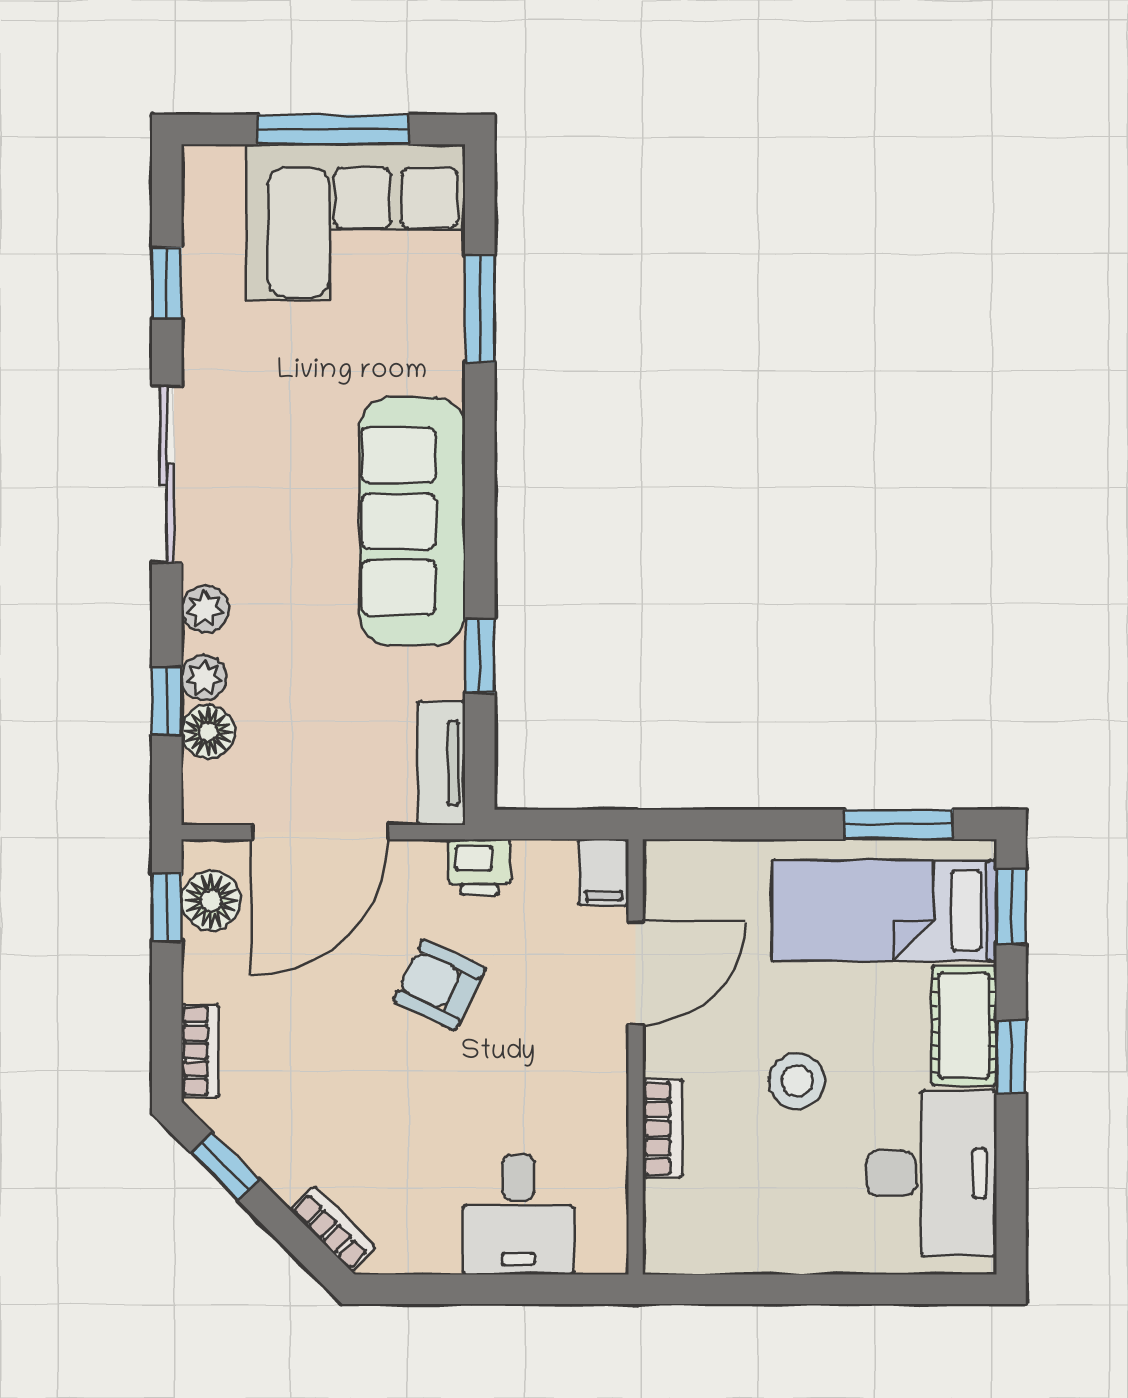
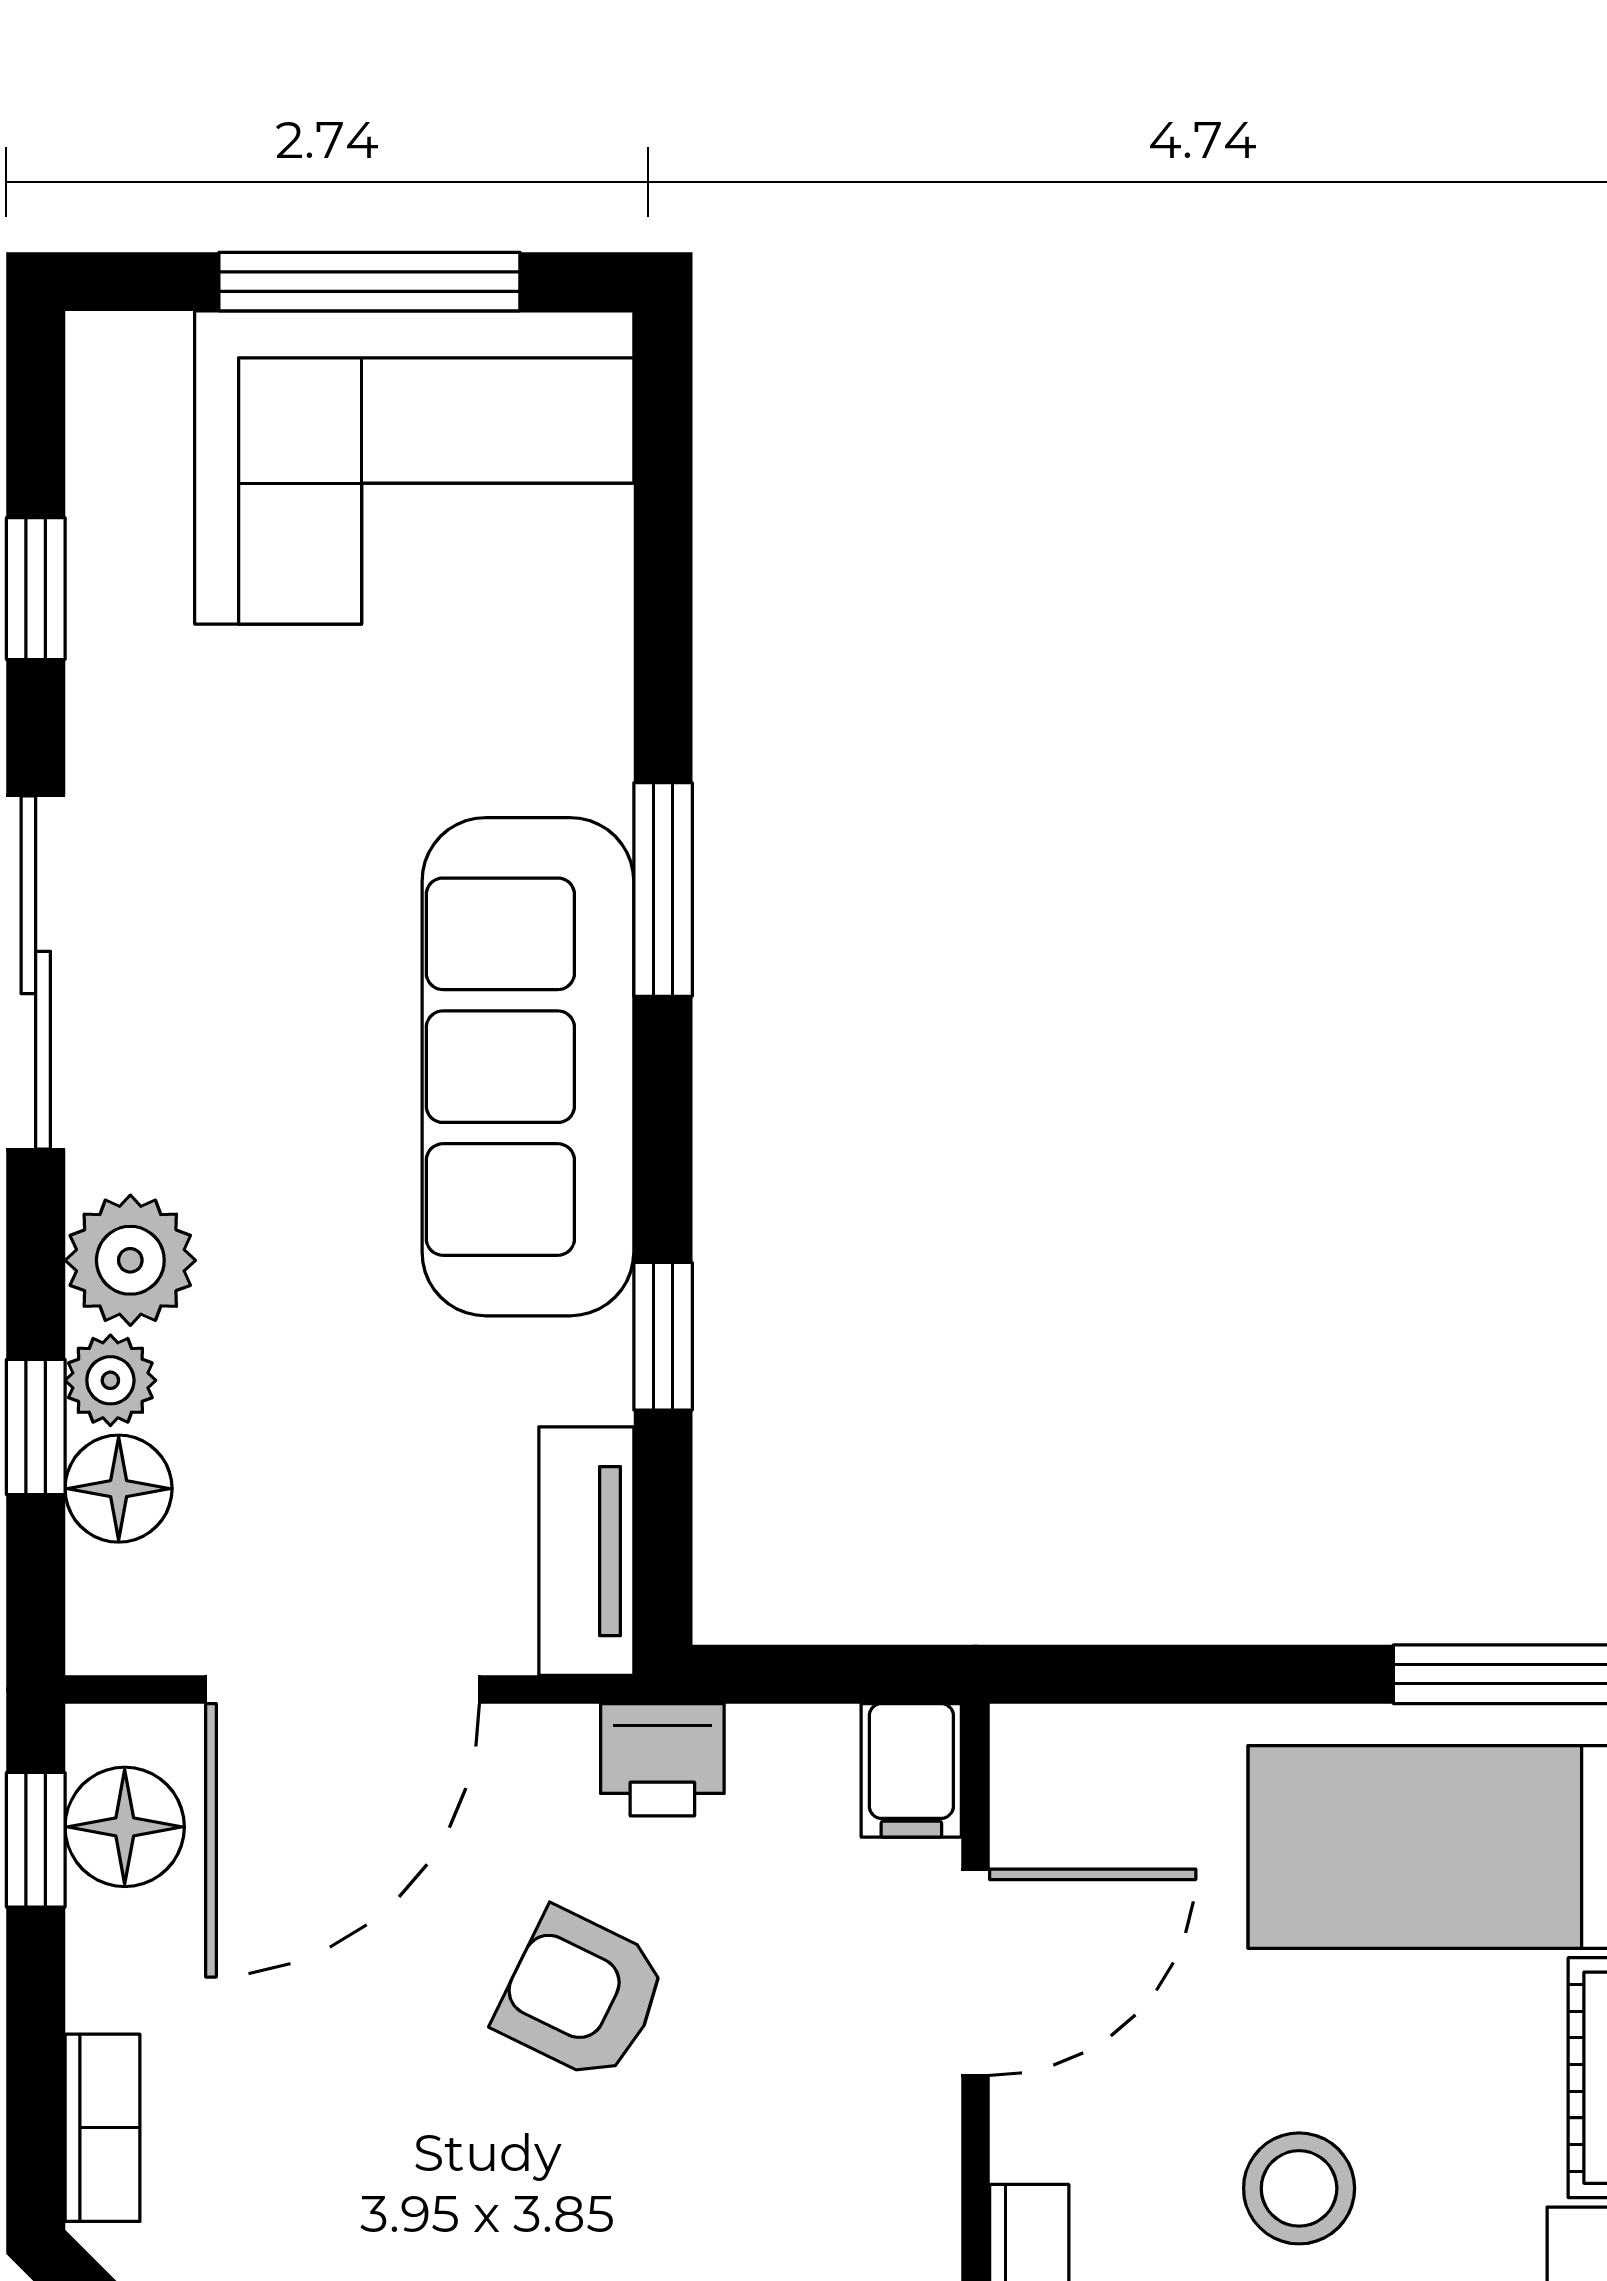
window: (480, 309) -> (663, 889), moved
plant: (205, 609) -> (130, 1260), width x1.38, depth x1.38

